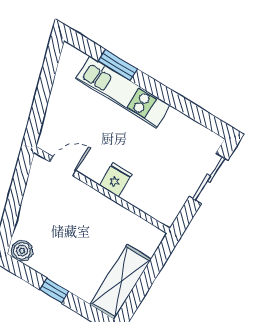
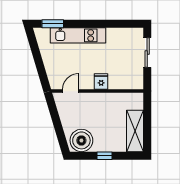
window: (118, 65) -> (53, 24), moved
boiler: (22, 251) -> (81, 140), width x1.86, depth x1.86

